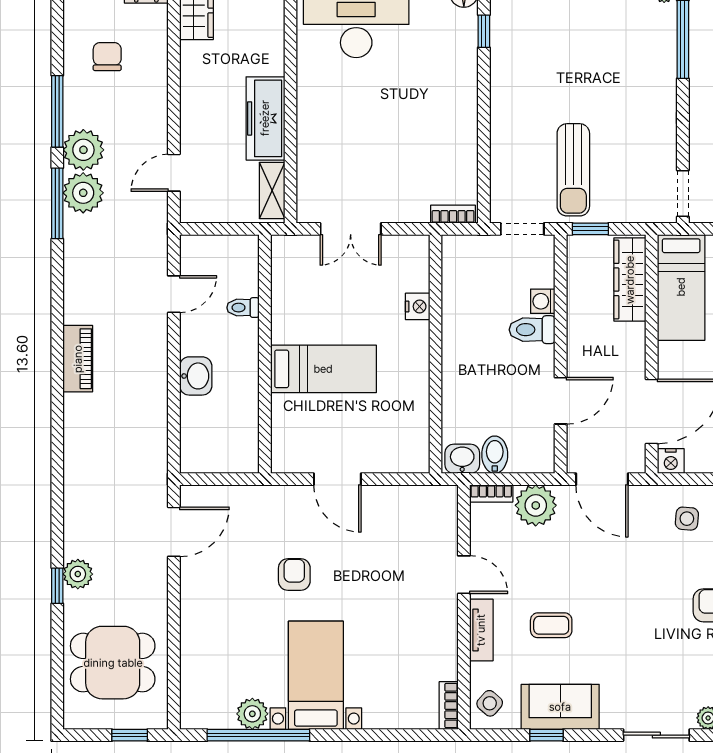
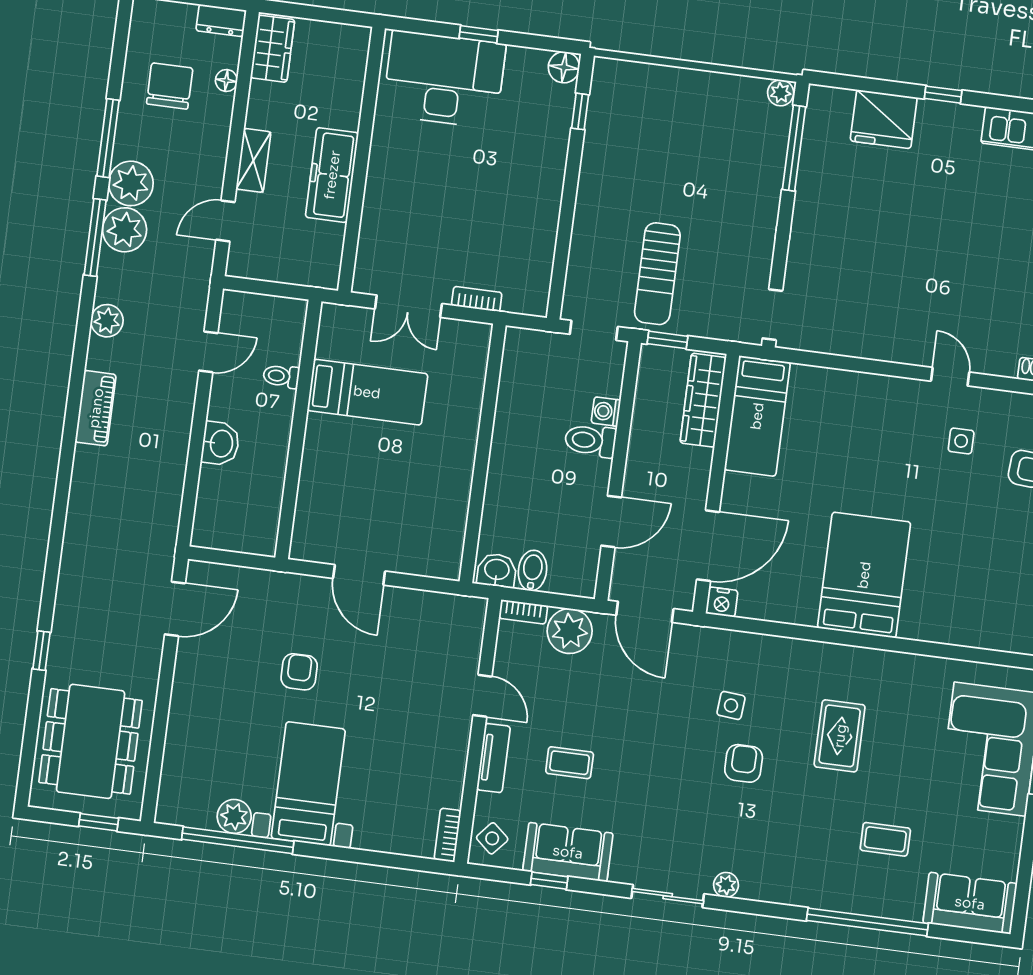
floor lamp: (158, 45) -> (226, 81), added
chair: (107, 57) -> (170, 86), width x1.37, depth x1.37
shelving: (272, 190) -> (253, 160), moved
bookcase: (453, 214) -> (477, 299), moved
nightstand: (418, 306) -> (470, 400), removed
bed: (323, 369) -> (367, 392), moved
side table: (687, 519) -> (731, 705), moved
plant: (78, 574) -> (107, 321), moved
dining table: (113, 663) -> (91, 741), width x1.38

